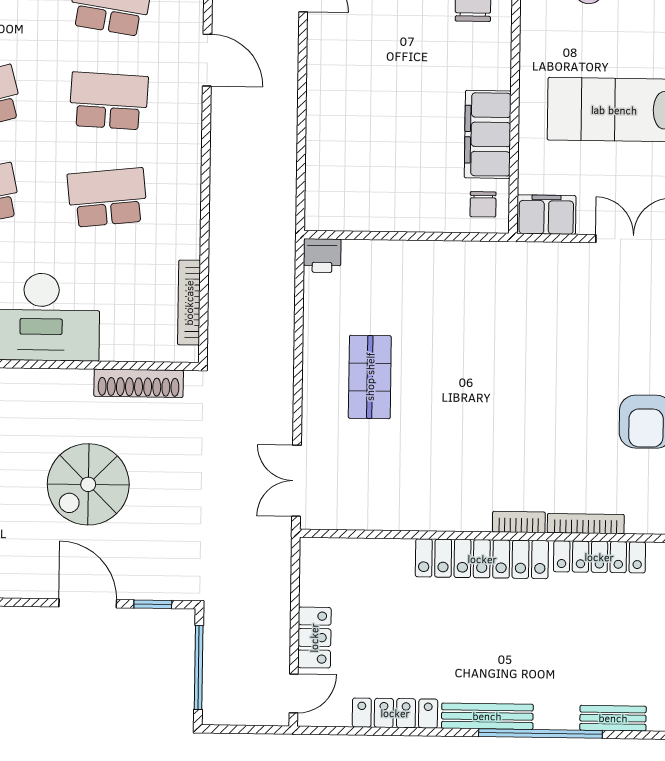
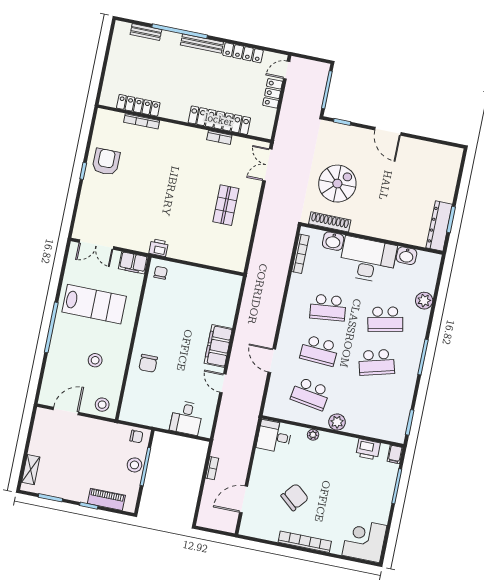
filing cabinet: (488, 134) -> (218, 346), moved, turned 180
printer: (322, 256) -> (159, 248), moved
washbasin: (124, 343) -> (333, 241), added
double door: (297, 481) -> (267, 165), swing flipped
spiral stairs: (88, 484) -> (337, 184), moved
bookcase: (519, 522) -> (219, 137), moved
locker: (482, 559) -> (219, 120), moved
door: (88, 603) -> (388, 131), moved

